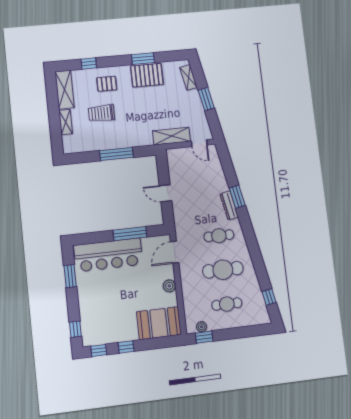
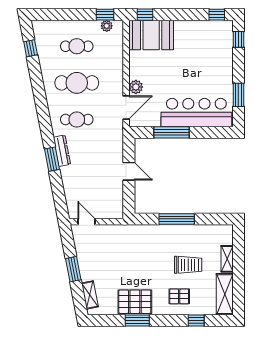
shelving: (171, 136) -> (116, 232), removed
plant: (169, 286) -> (136, 87), moved
window: (126, 347) -> (145, 15), moved

